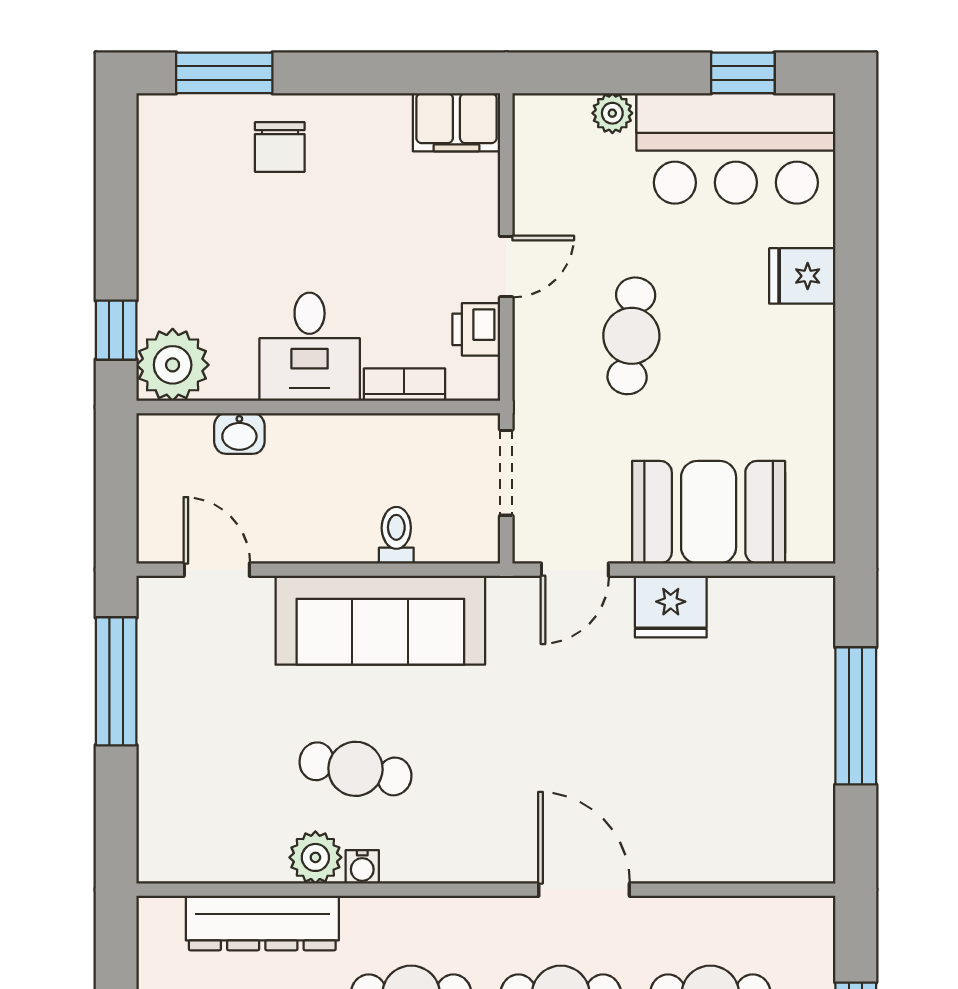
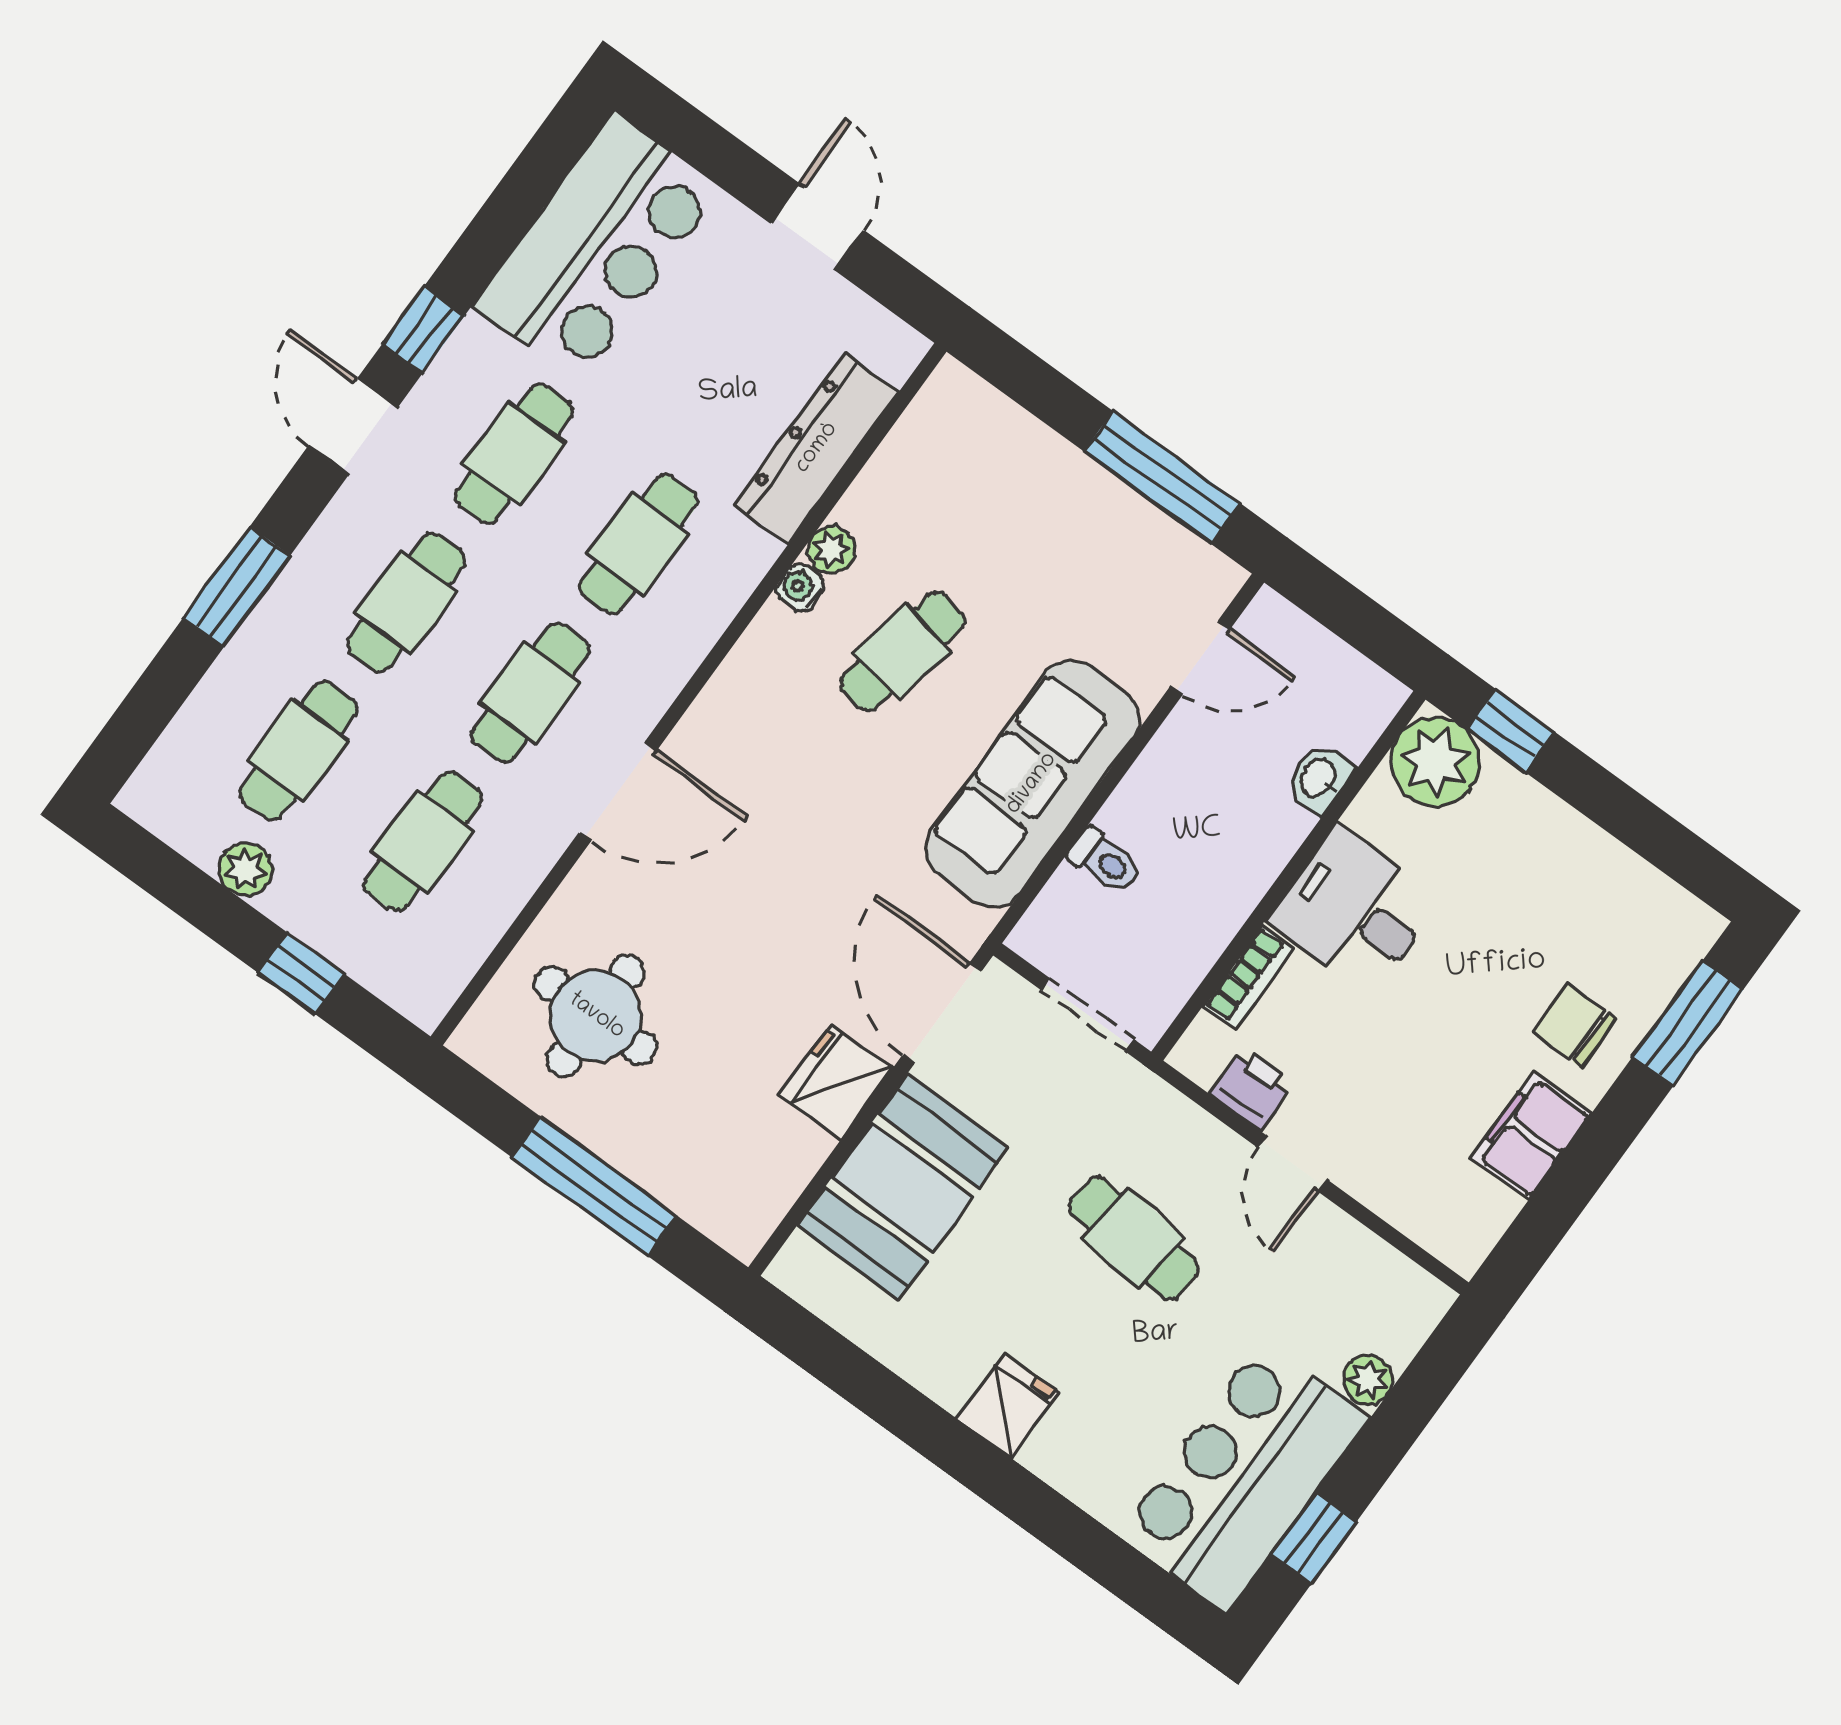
filing cabinet: (456, 122) -> (1531, 1136), moved
fridge: (802, 276) -> (1008, 1406), moved
door: (575, 570) -> (942, 1013), width x1.38
round table: (743, 797) -> (596, 1016), added
plant: (315, 857) -> (831, 550), width x0.73, depth x0.73

